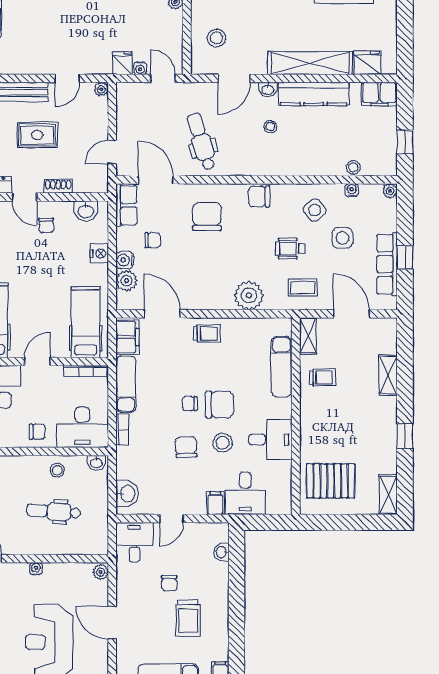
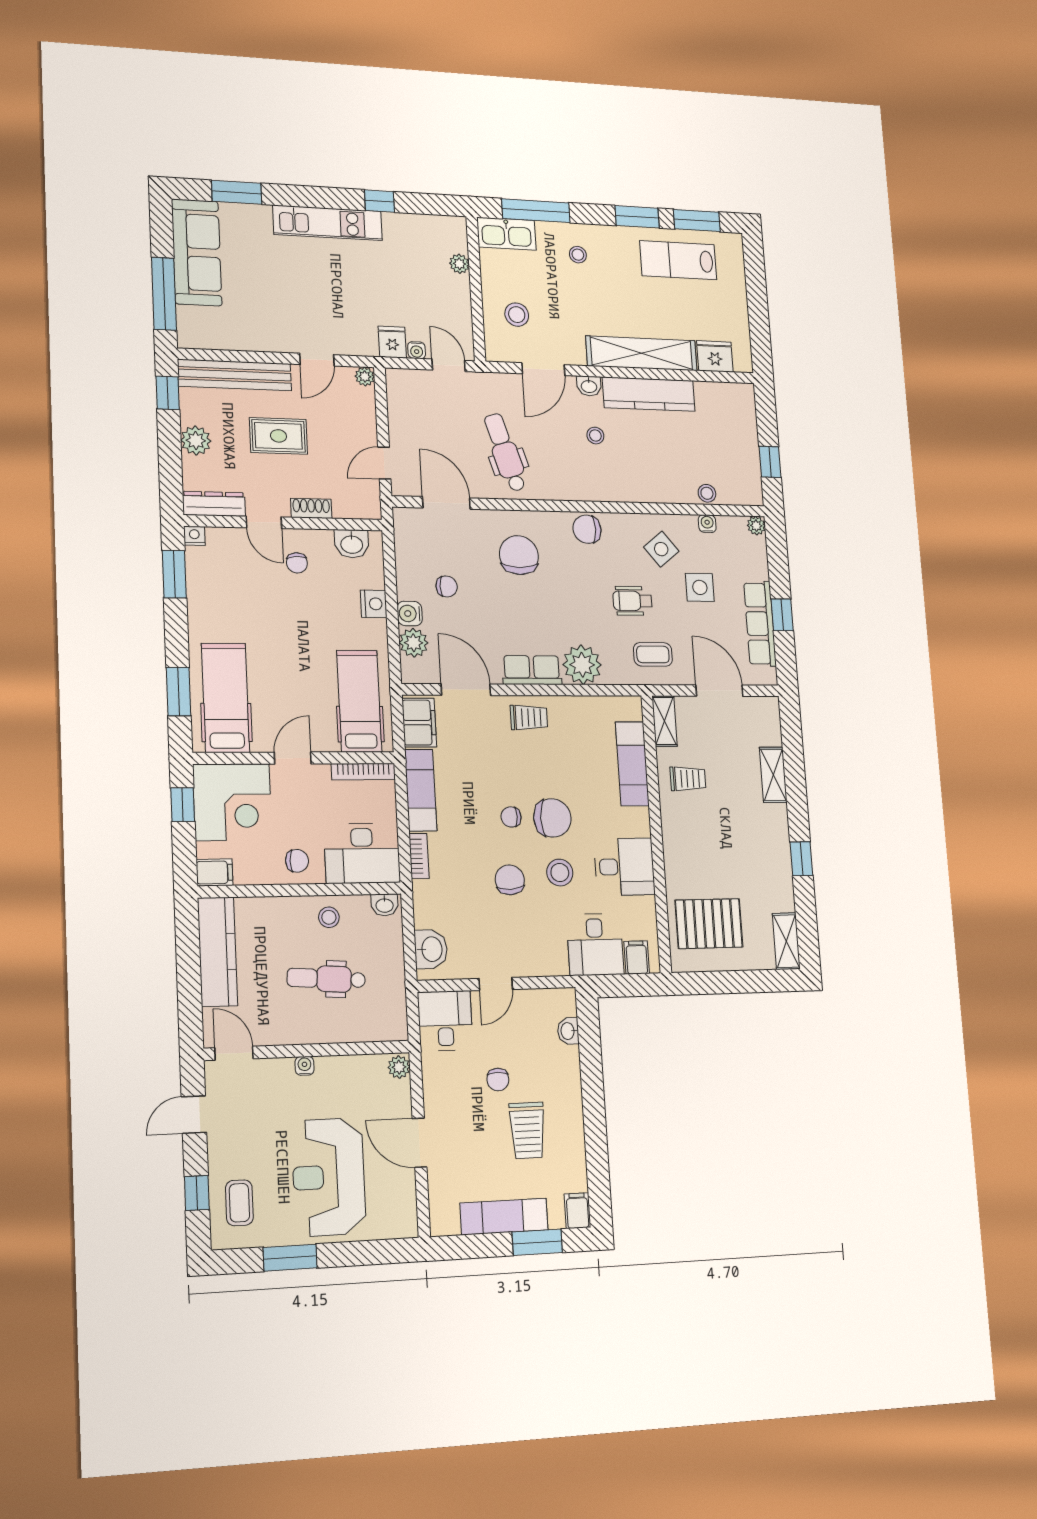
filing cabinet: (380, 94) -> (733, 398), removed
row of seats: (126, 205) -> (532, 670), moved, turned -90
filing cabinet: (215, 503) -> (637, 957), moved

